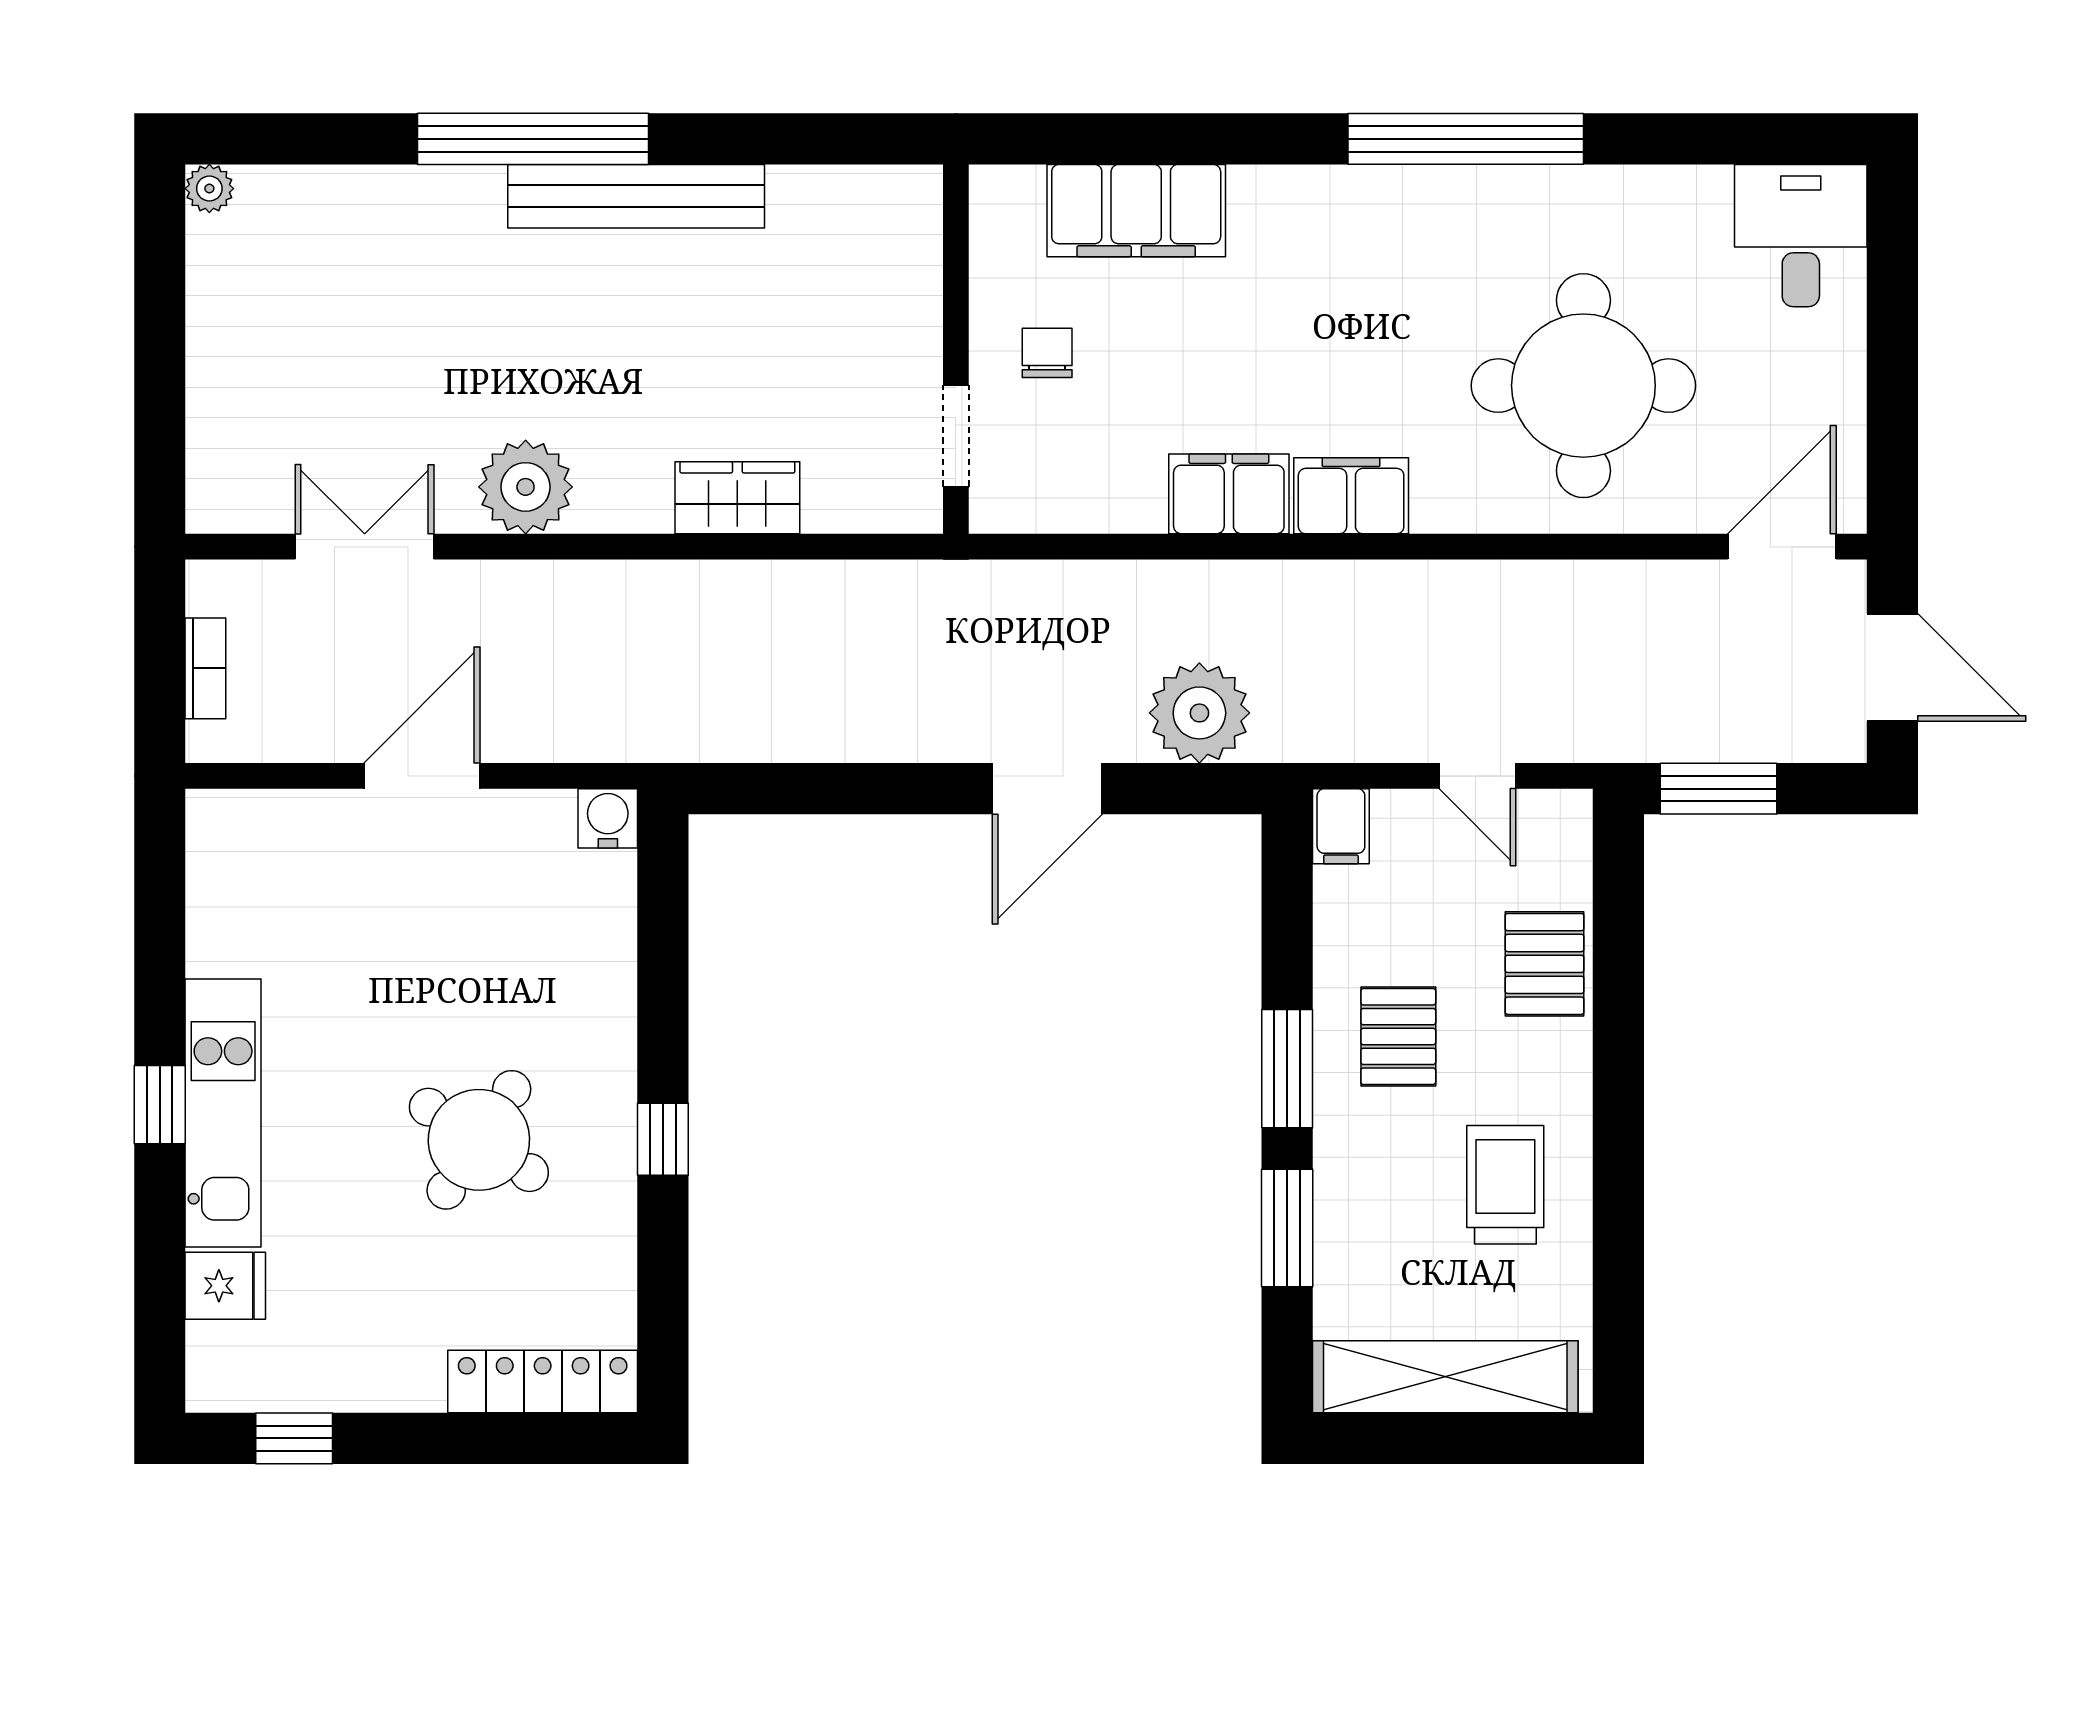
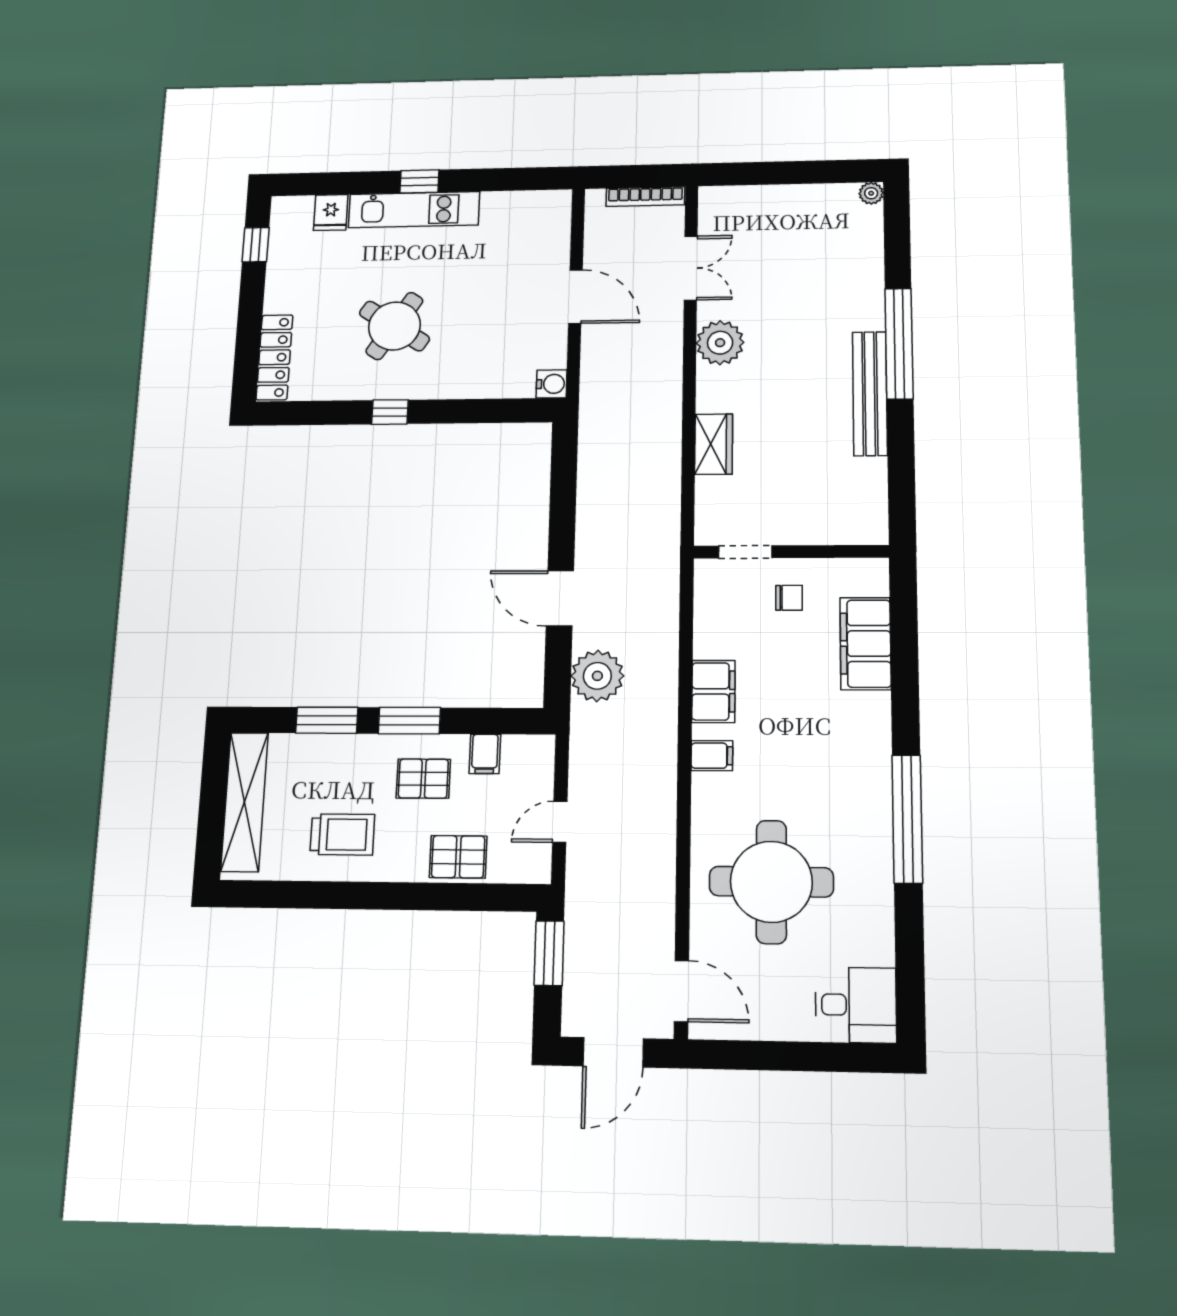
filing cabinet: (1351, 496) -> (712, 756), width x0.50
bookcase: (205, 668) -> (645, 197), width x1.56
filing cabinet: (1341, 826) -> (485, 754), moved, turned -90

